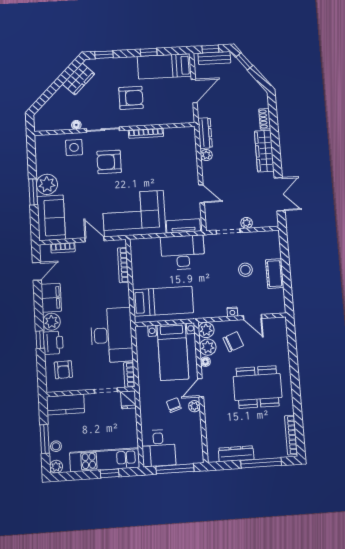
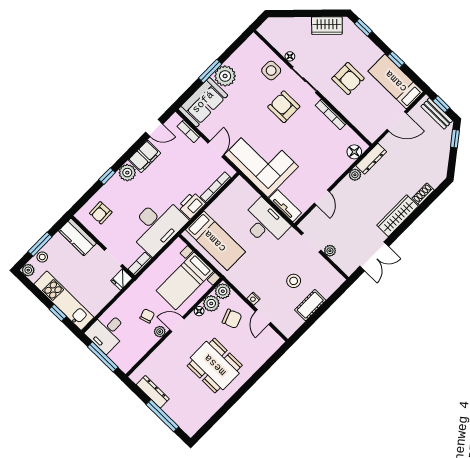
floor lamp: (189, 141) -> (354, 152), added
printer: (53, 343) -> (192, 205), moved, turned 180
bookcase: (291, 435) -> (202, 420), removed

